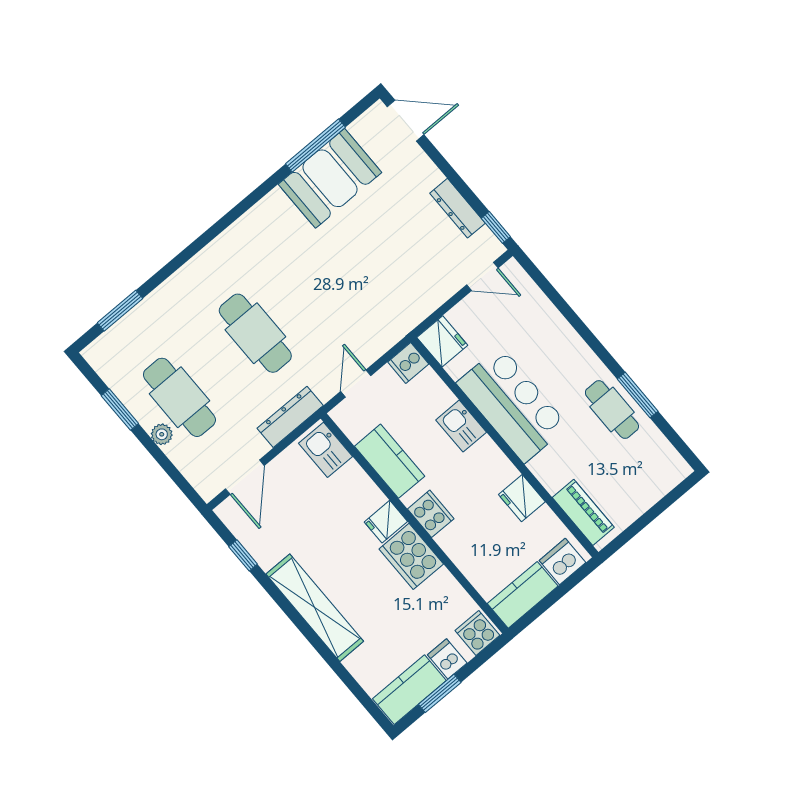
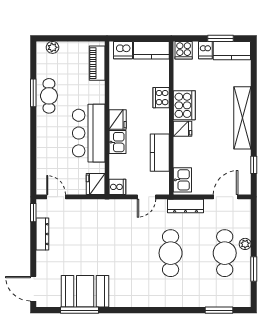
plant: (664, 482) -> (53, 47), added
fridge: (522, 498) -> (118, 120), moved
cooker: (431, 514) -> (161, 98), moved

